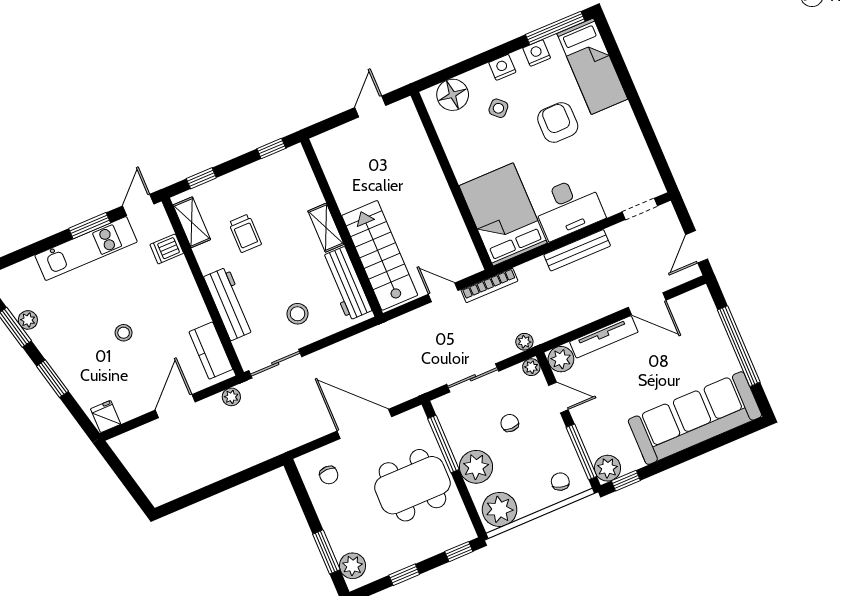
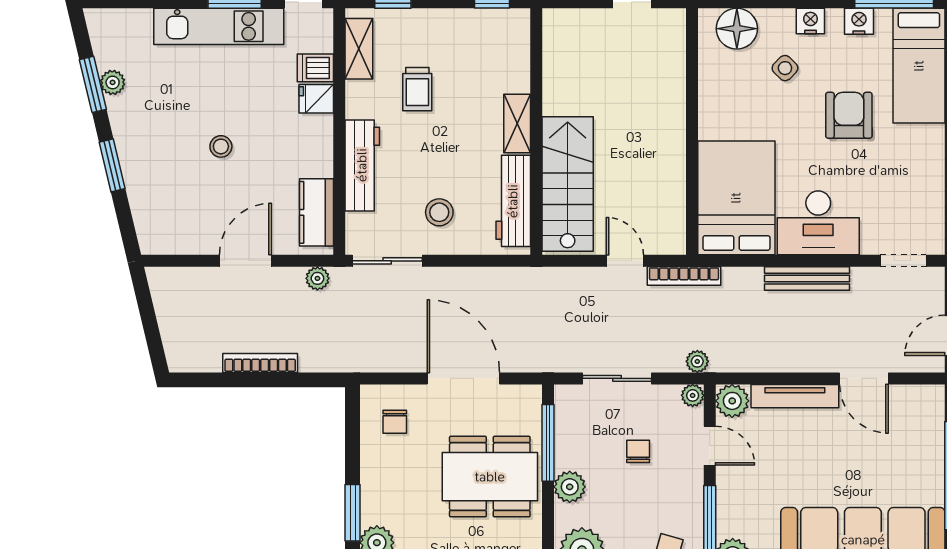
fridge: (106, 416) -> (316, 99), moved, turned -90
plant: (476, 467) -> (570, 487), width x0.73, depth x0.73
bookcase: (216, 474) -> (260, 363), added

